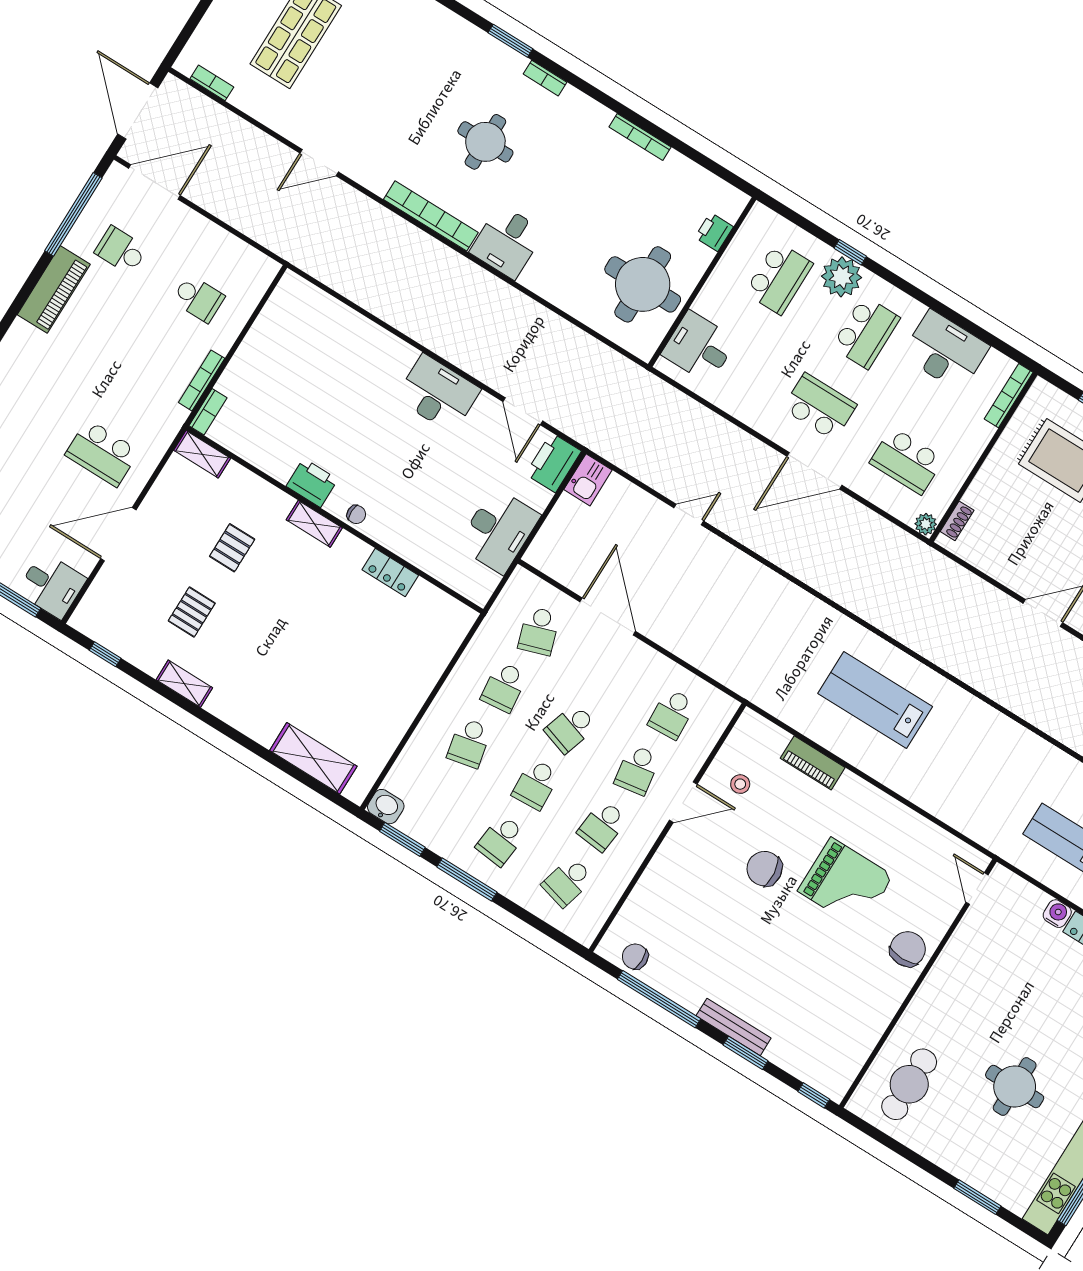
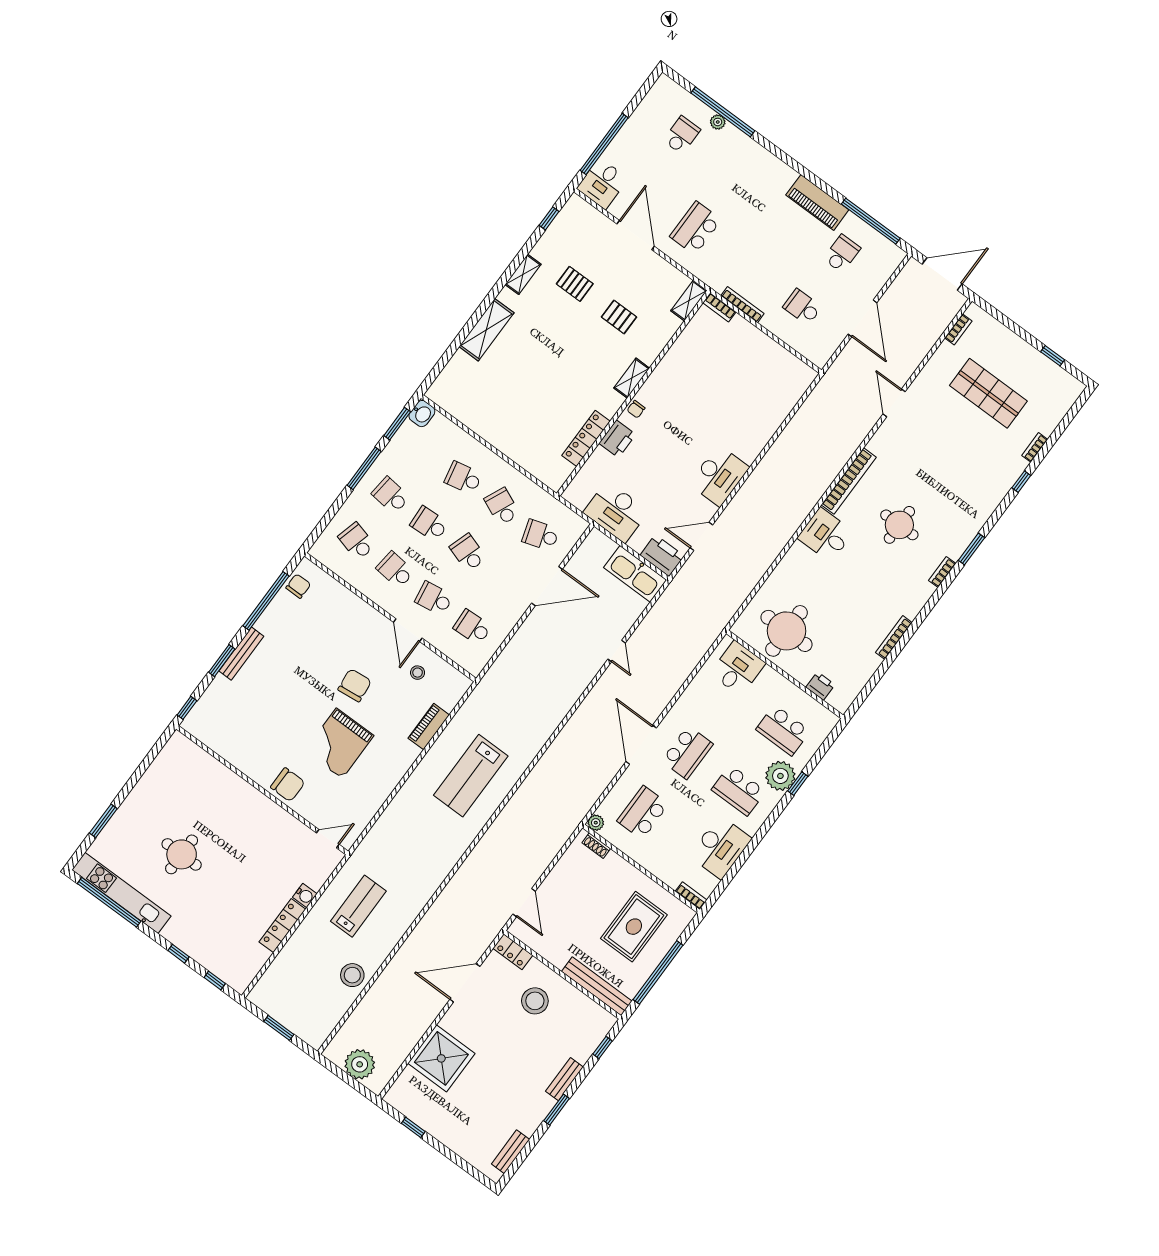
door: (154, 182) -> (863, 318), moved
school desk: (198, 298) -> (802, 307), turned 90
bookcase: (1009, 396) -> (691, 896), width x0.64
kitchen sink: (588, 480) -> (635, 574), width x1.88, depth x1.24
printer: (312, 483) -> (617, 439), moved
locker: (390, 573) -> (586, 438), width x1.53
school desk: (504, 687) -> (502, 507), turned 30
lab bench: (875, 700) -> (471, 776), turned 180
shelving: (313, 758) -> (486, 330), moved
cafe table: (909, 1084) -> (189, 778), removed

